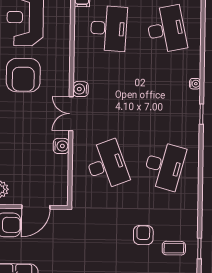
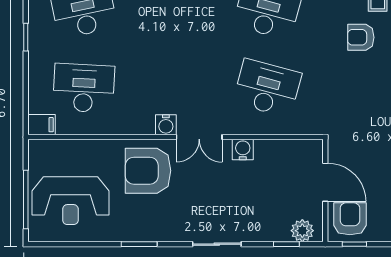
armchair: (23, 75) -> (148, 171), moved, turned 180
desk: (107, 165) -> (267, 88), turned 36

